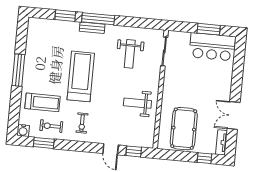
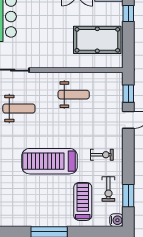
weight bench: (137, 103) -> (74, 95), turned -90

